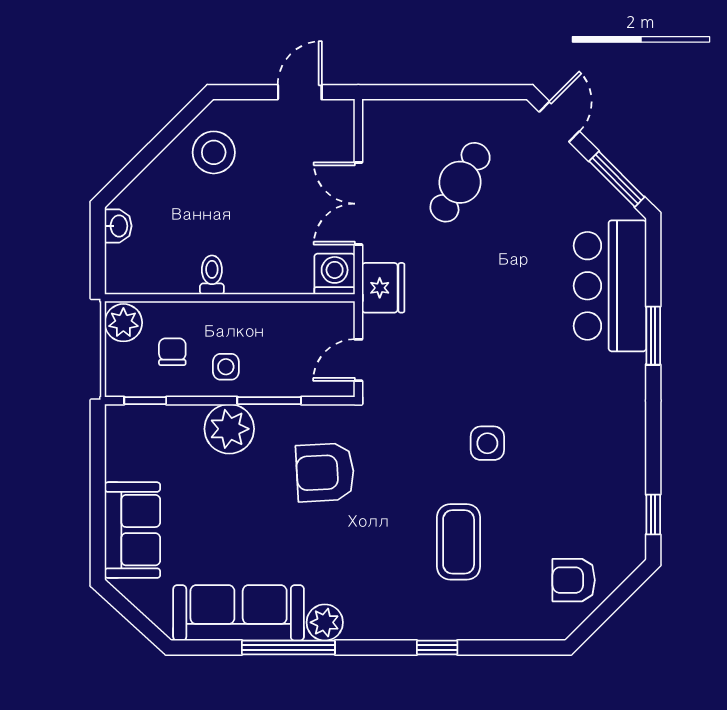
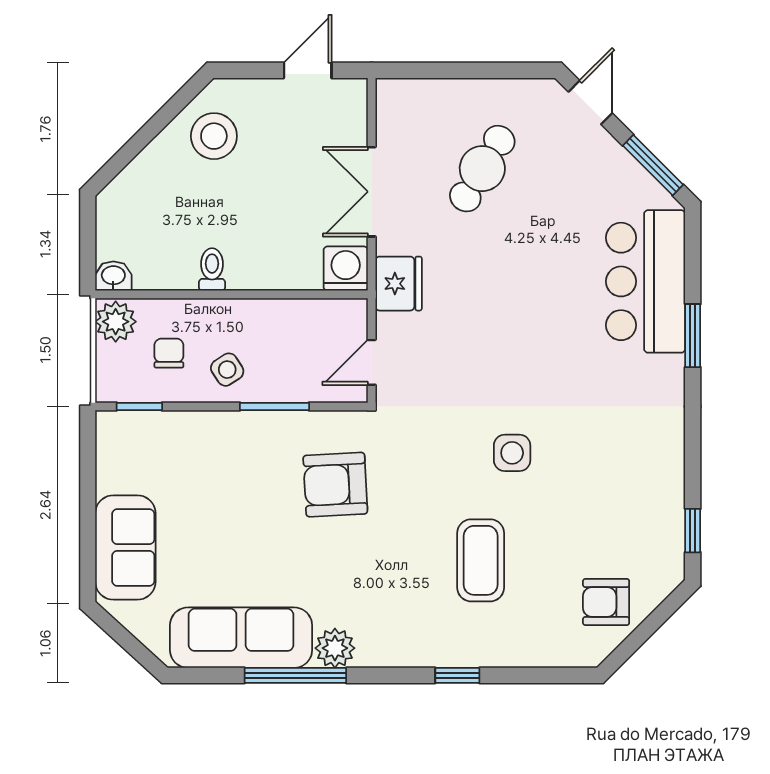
washbasin: (118, 226) -> (113, 276), moved, turned -90
side table: (226, 367) -> (227, 370), turned -33
plant: (229, 429) -> (231, 437), removed

